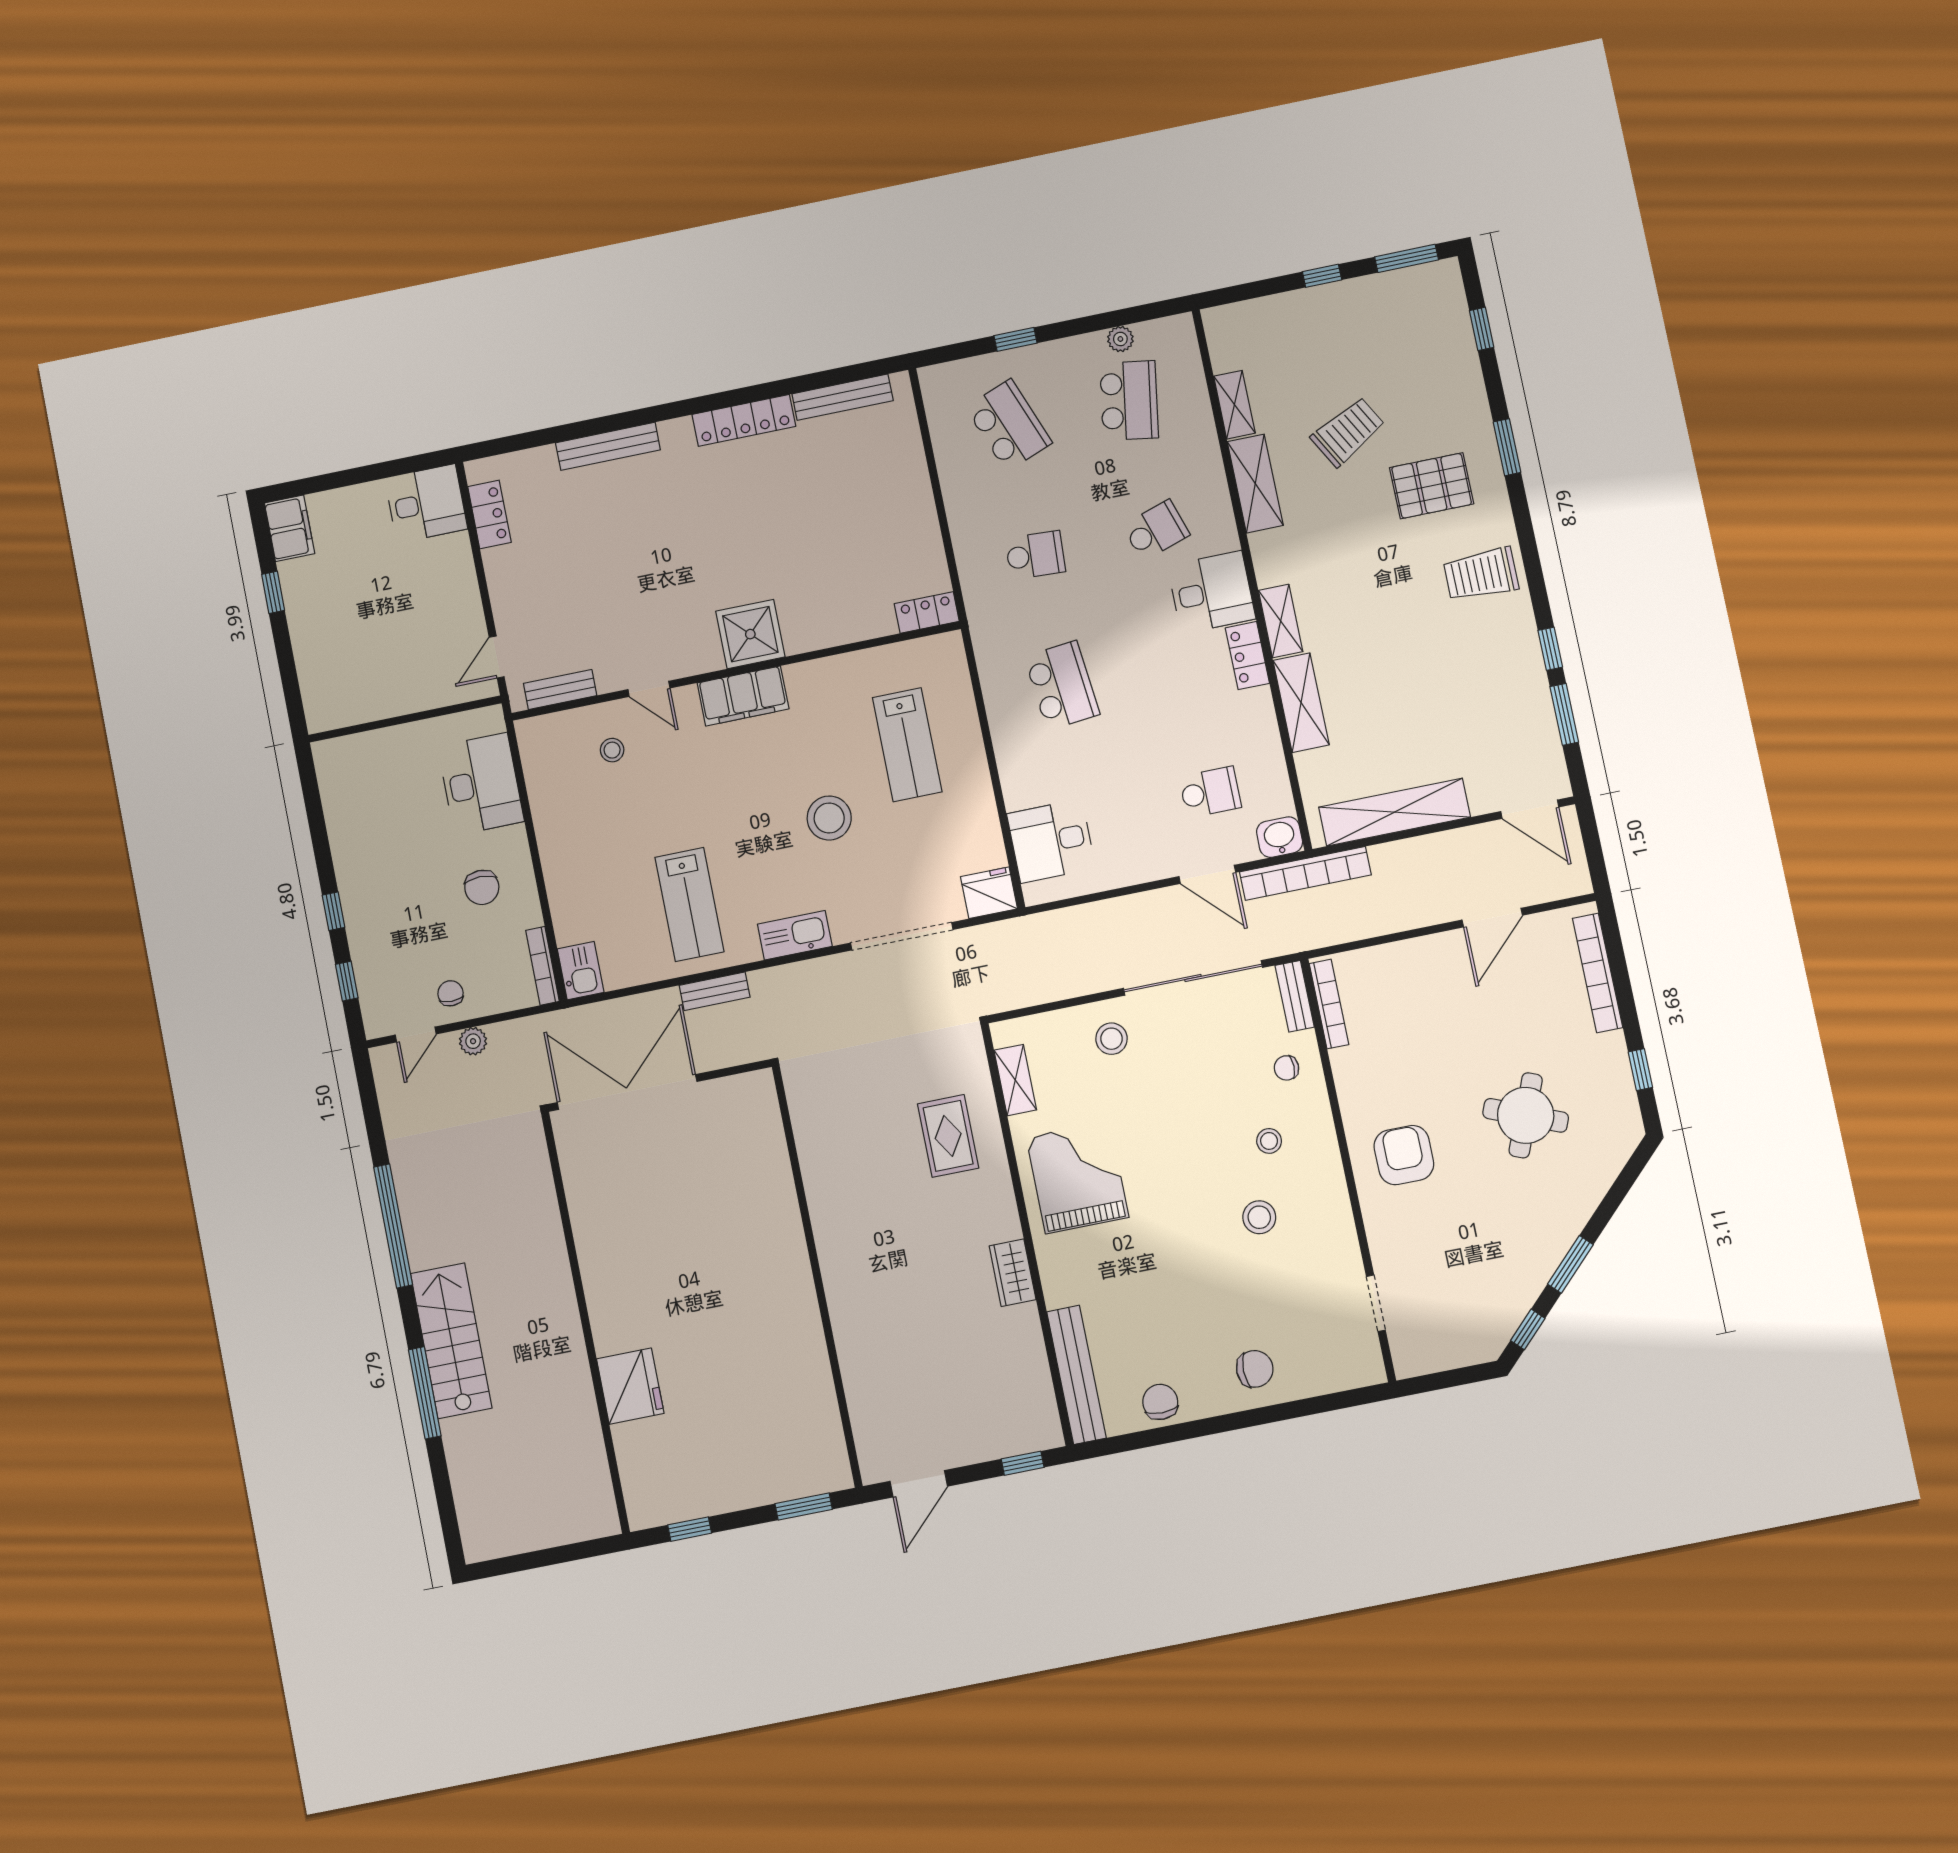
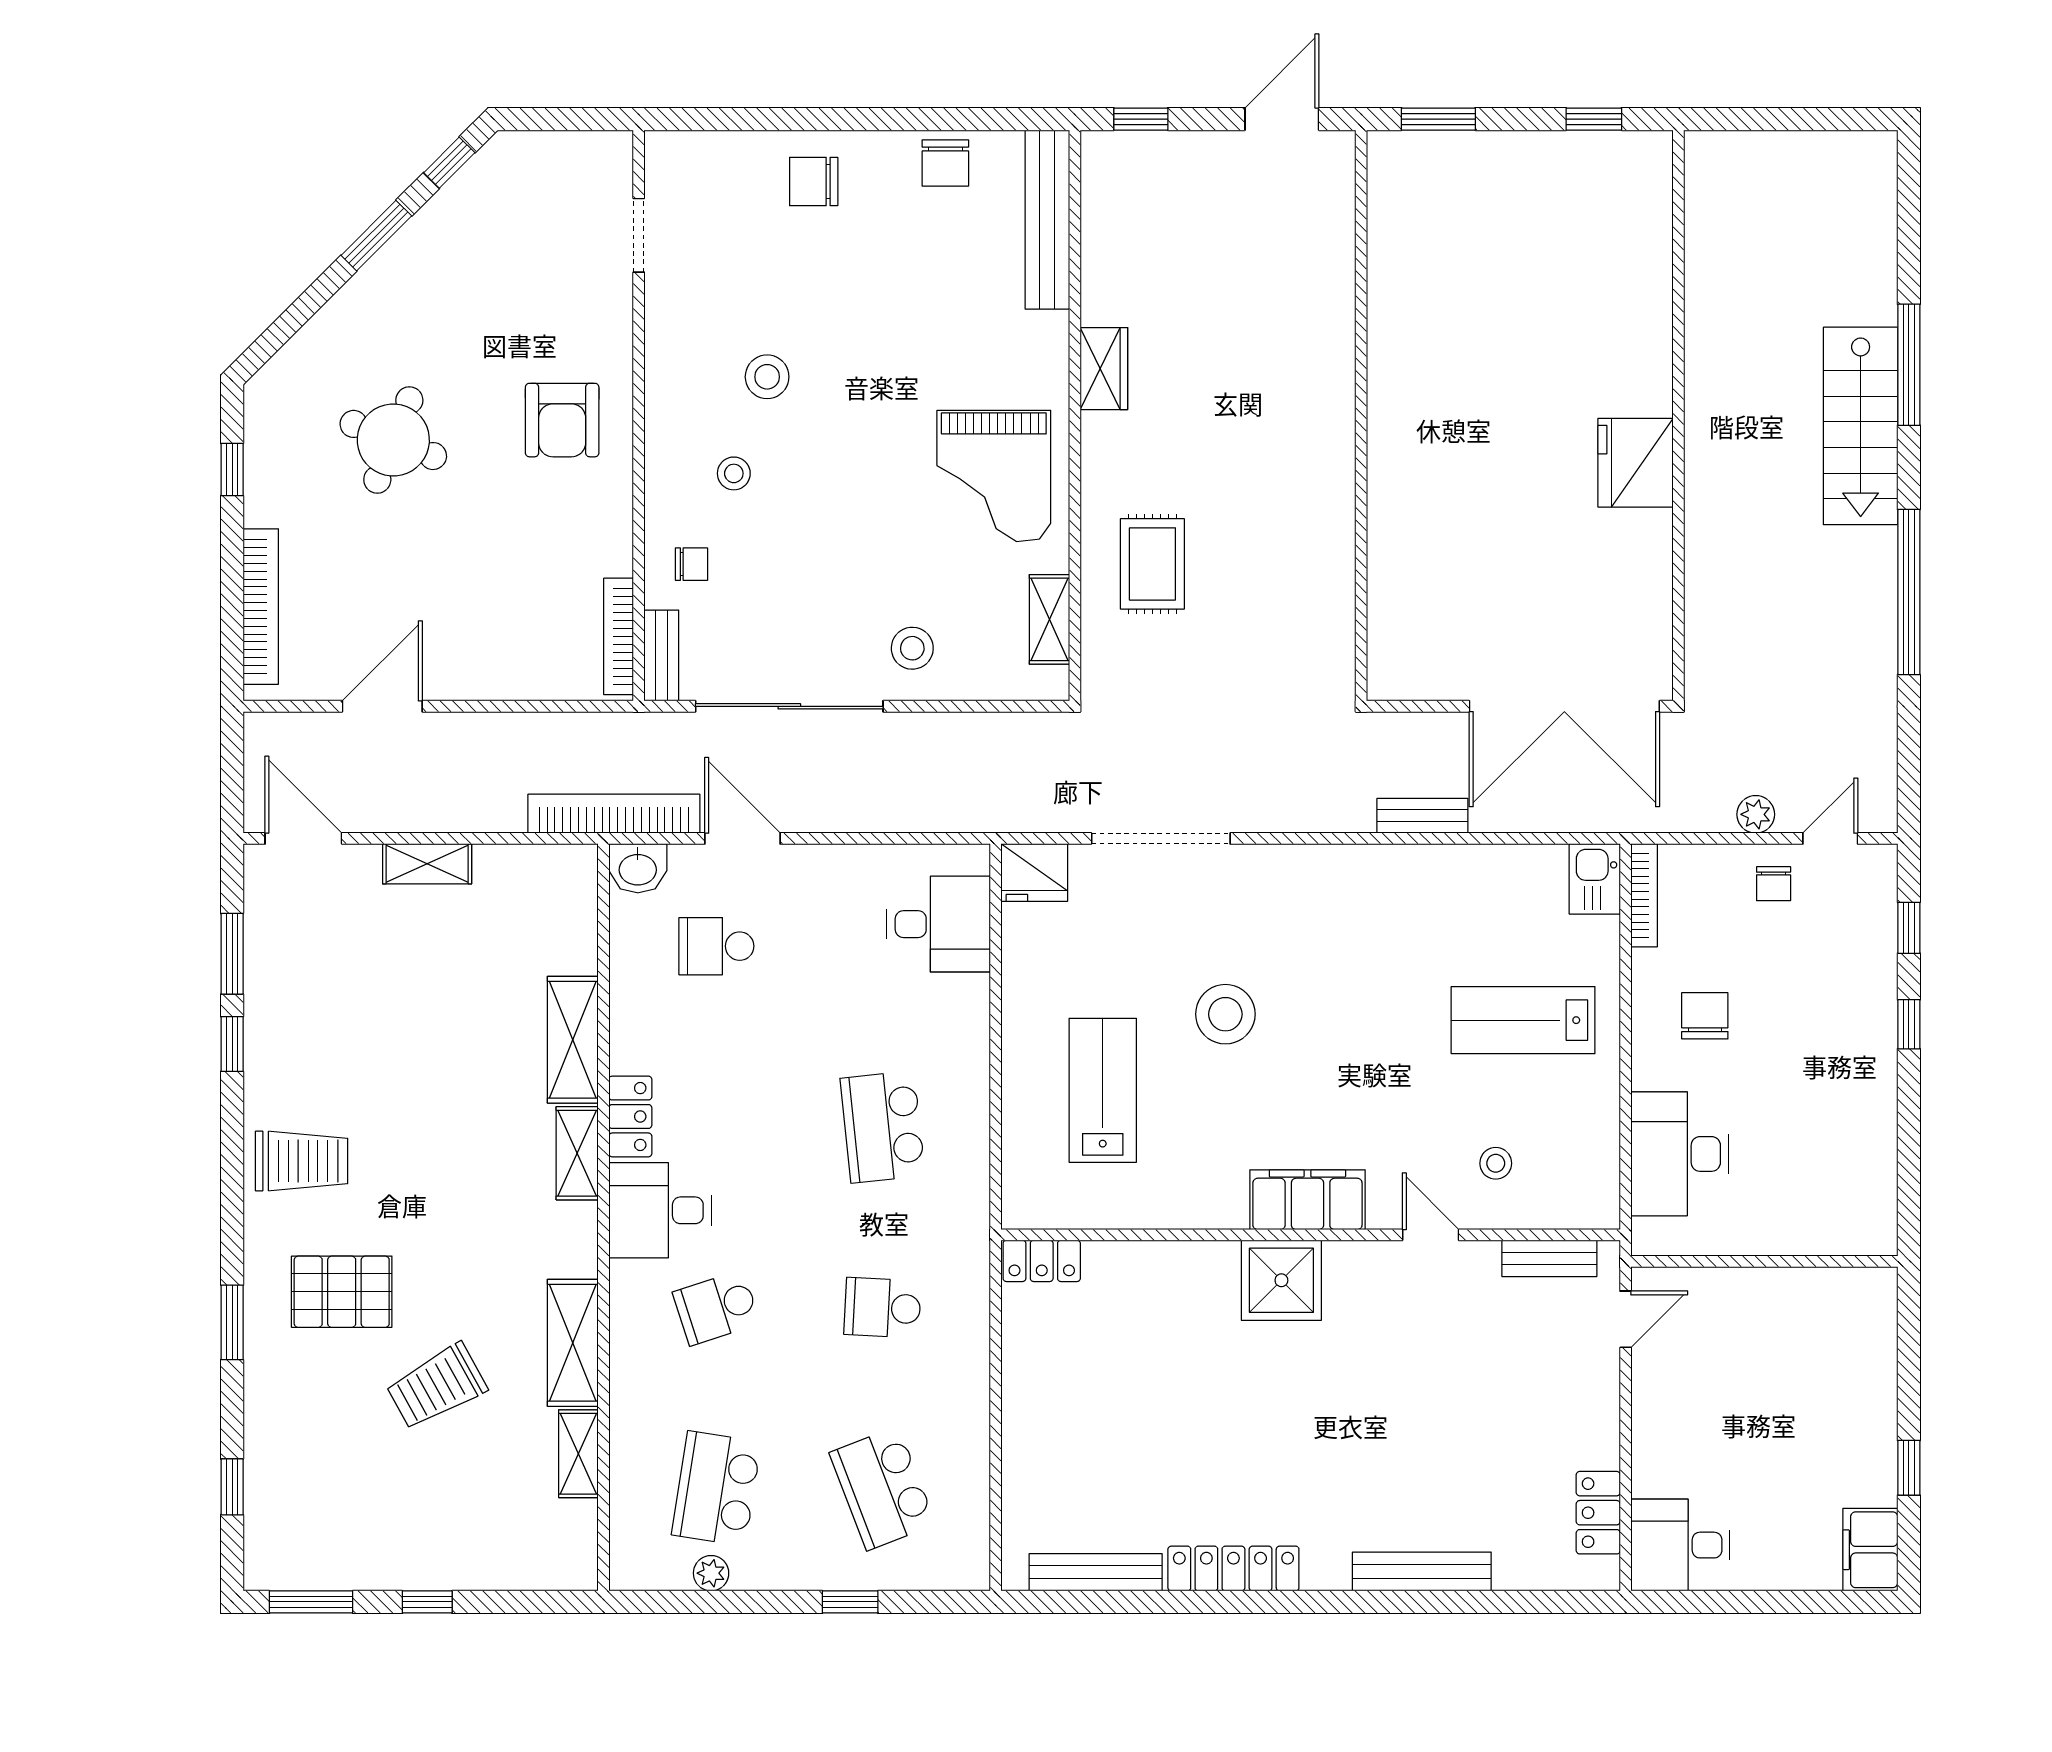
shelving: (1395, 812) -> (427, 864), width x0.45, depth x0.75
lab bench: (689, 904) -> (1523, 1020), moved, turned -90
kitchen sink: (795, 935) -> (1302, 868), removed
fridge: (630, 1386) -> (1636, 463), moved

